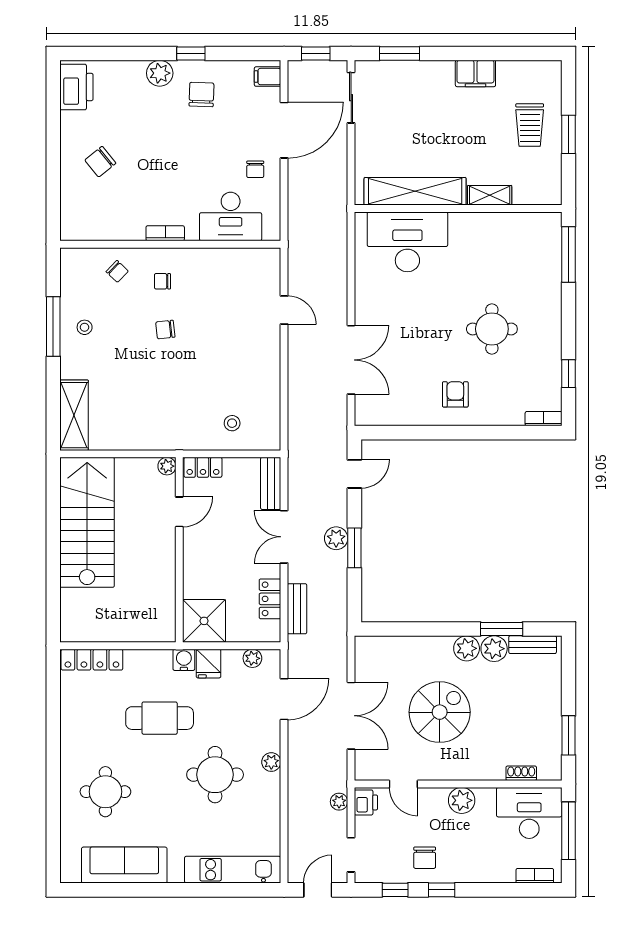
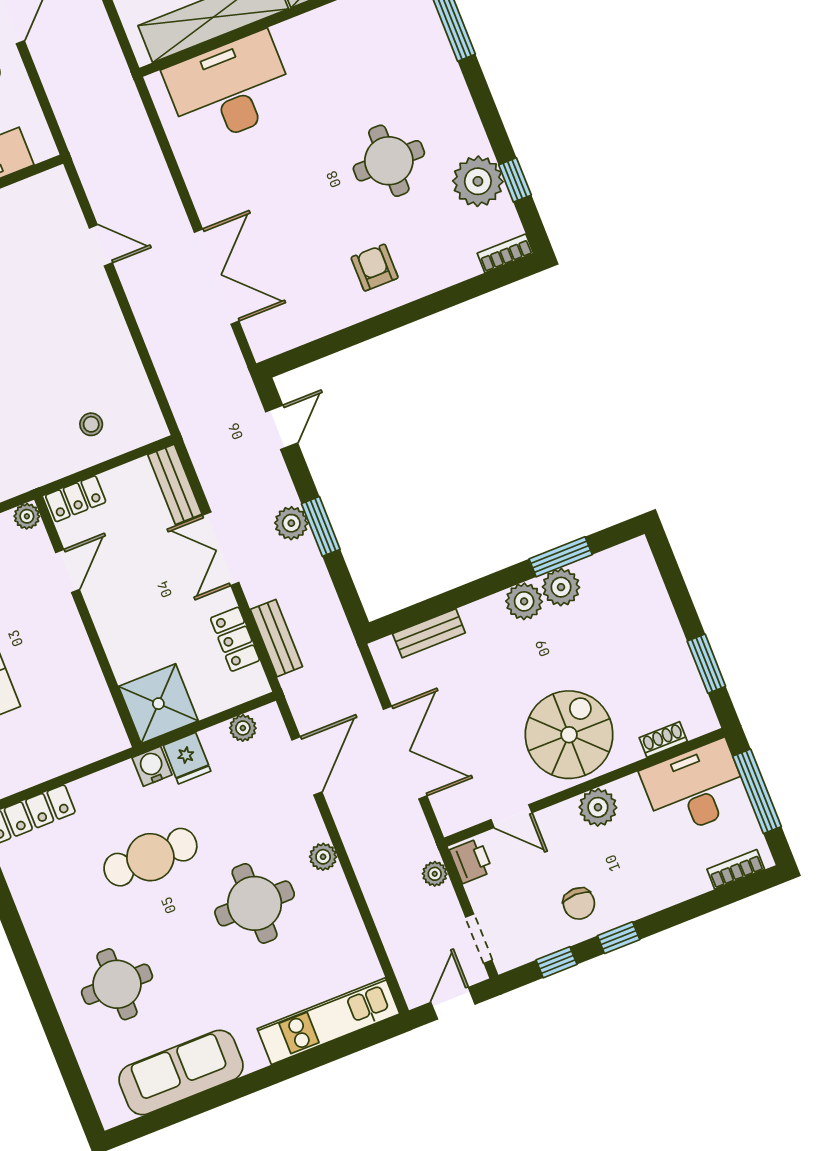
plant: (544, 365) -> (478, 181), added
bench: (533, 645) -> (429, 633), moved
spiral stairs: (440, 712) -> (569, 735), moved

